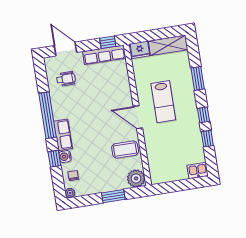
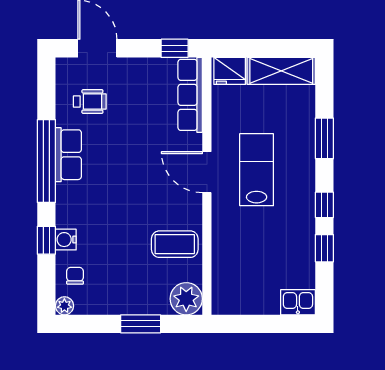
row of seats: (104, 55) -> (190, 95), moved, turned 90
lab bench: (163, 102) -> (257, 170), turned 180
door: (138, 117) -> (207, 172), moved
row of seats: (63, 135) -> (68, 155), moved

